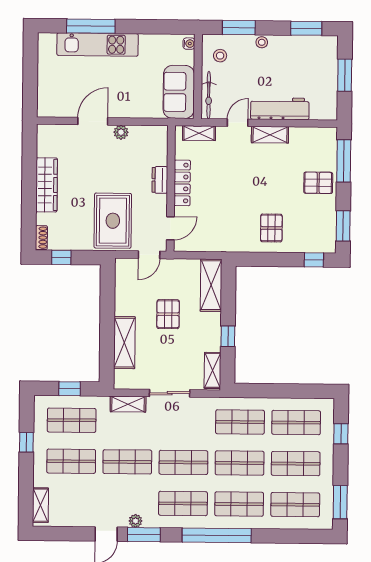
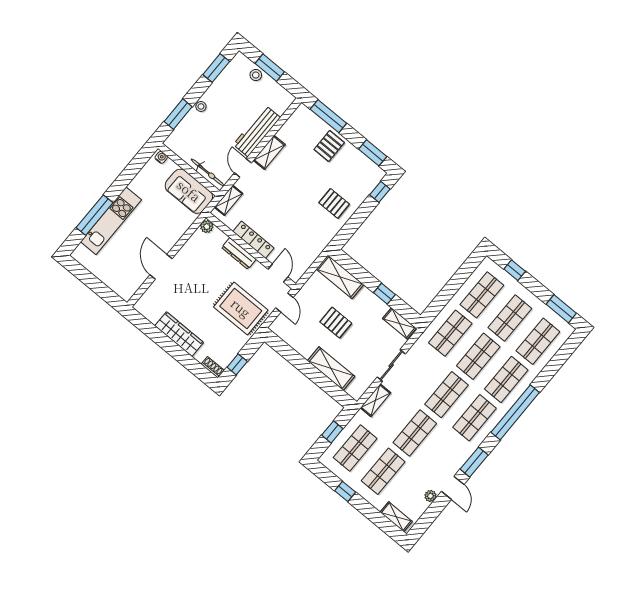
stool: (220, 56) -> (256, 75), moved
plant: (121, 132) -> (207, 227), moved
dresser: (160, 180) -> (239, 253), width x1.44
plant: (135, 521) -> (430, 496), moved

